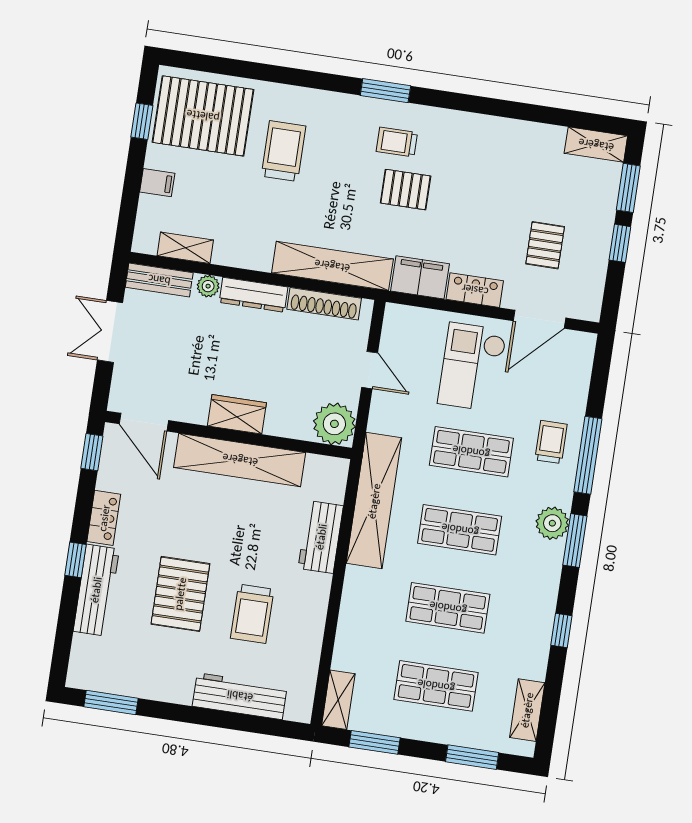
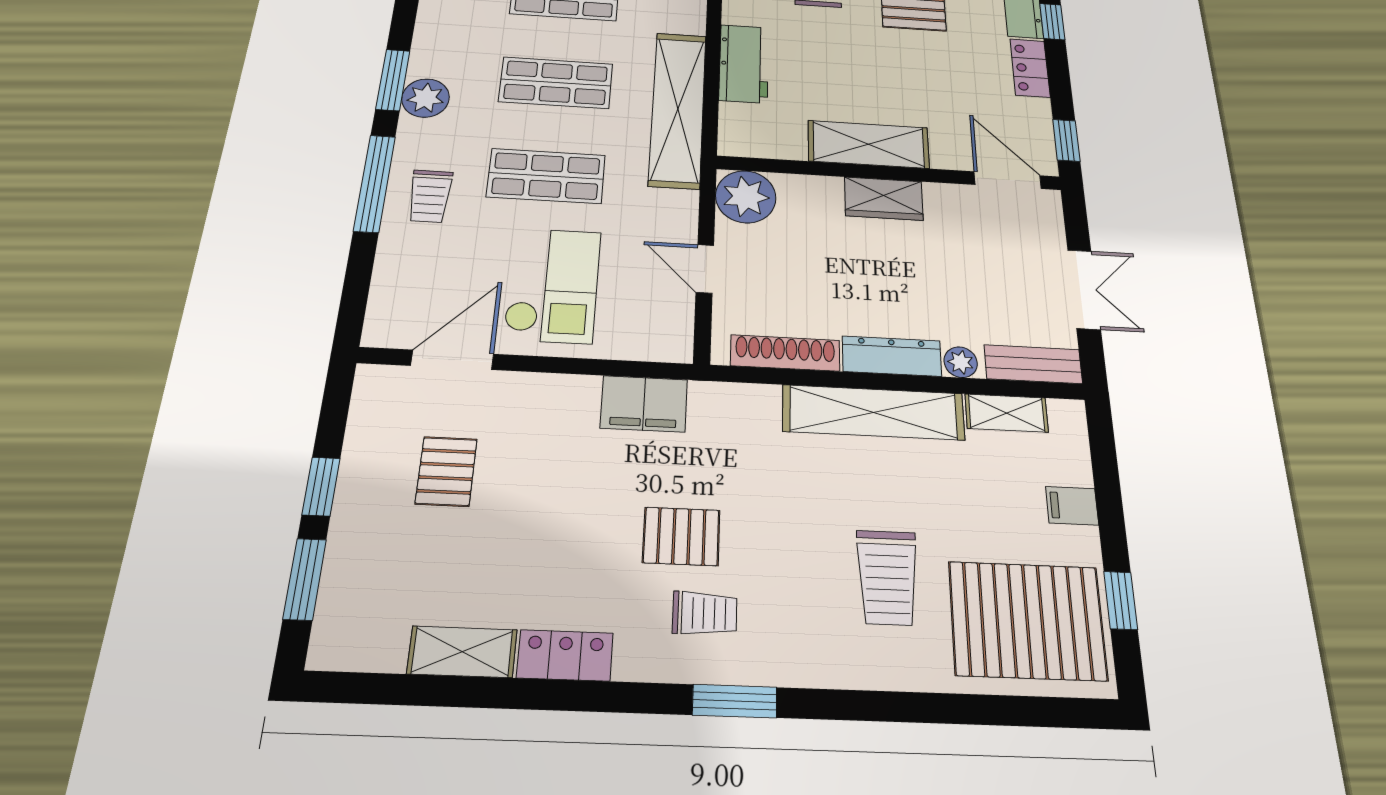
shelving: (596, 145) -> (462, 652), moved
shelving: (332, 266) -> (873, 412), moved
locker: (475, 290) -> (565, 655), moved, turned 180
shelving: (240, 460) -> (869, 144), width x0.68

